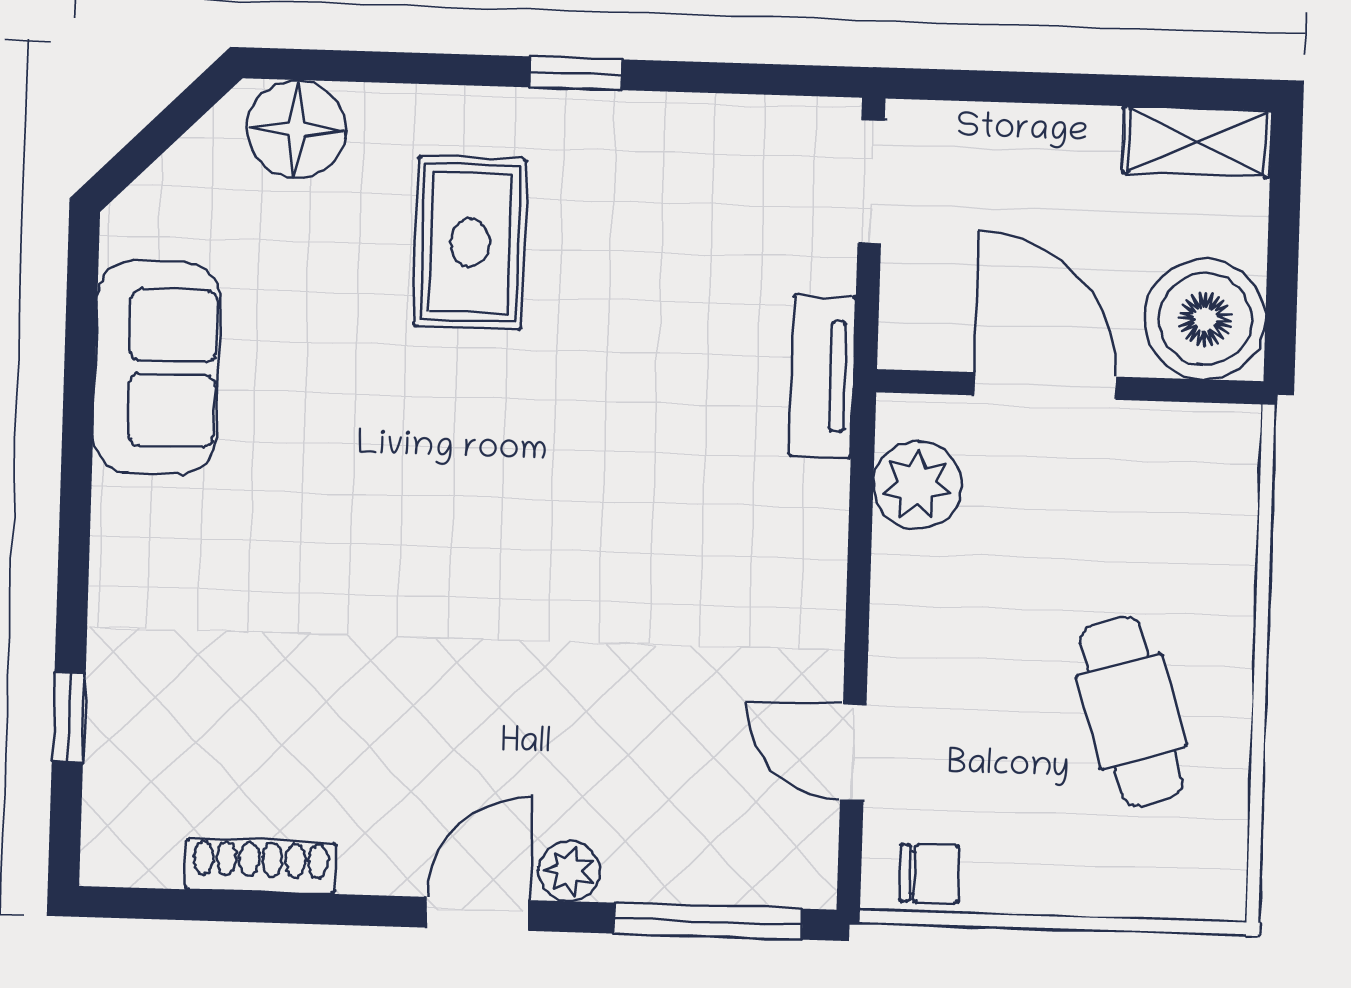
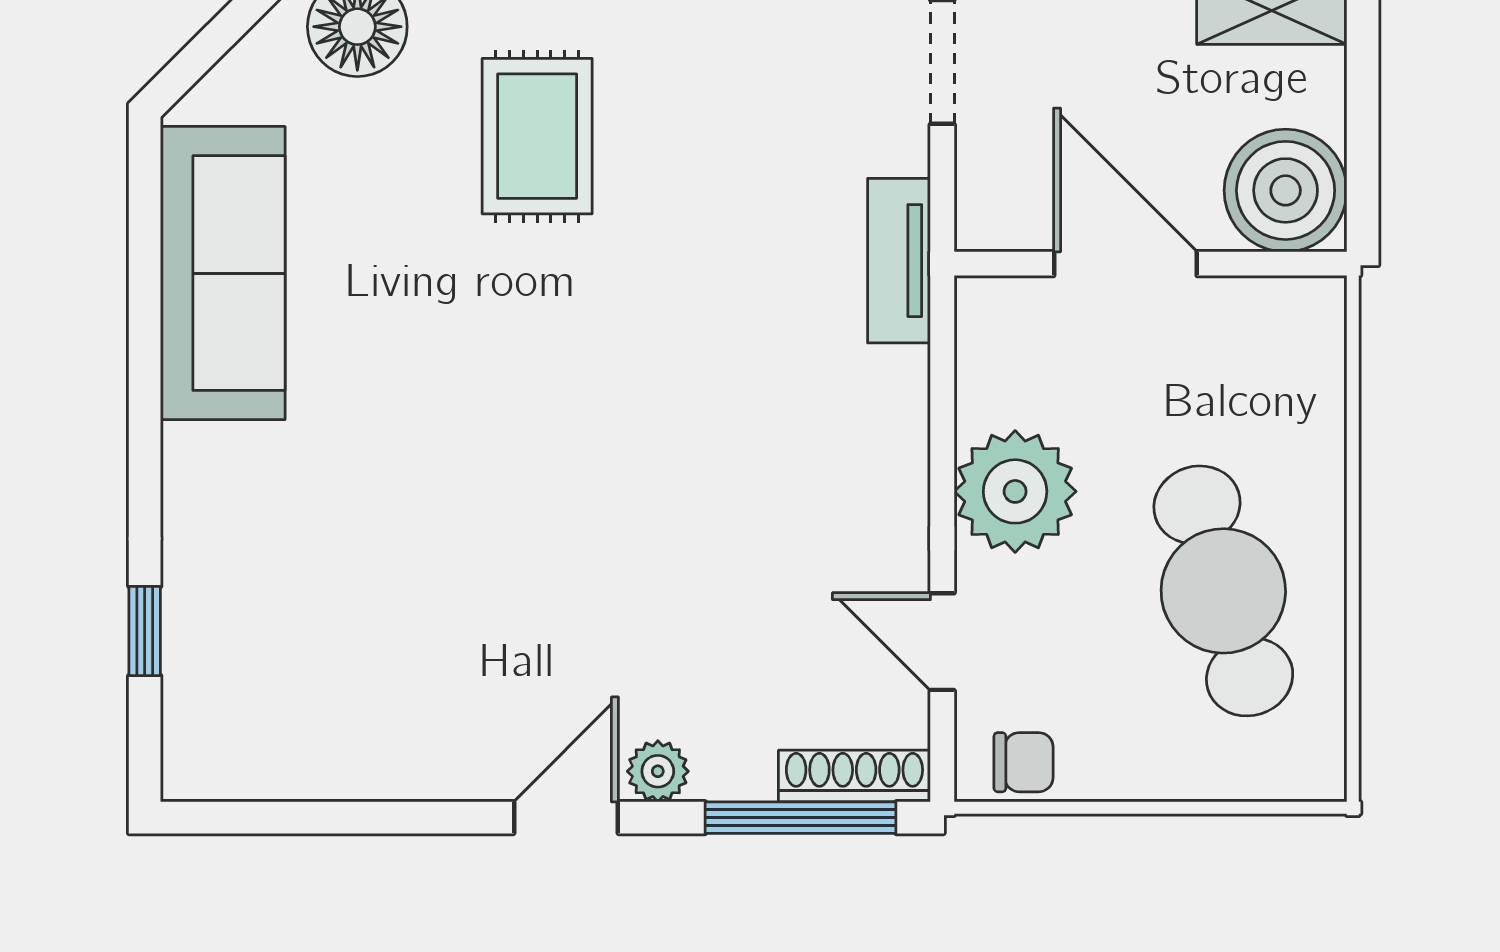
sofa: (157, 367) -> (223, 273), width x1.36
plant: (917, 485) -> (1015, 491), moved, width x1.36, depth x1.36
cafe table: (1131, 711) -> (1223, 591), width x1.37, depth x1.35
shoe rack: (261, 866) -> (854, 776), moved

